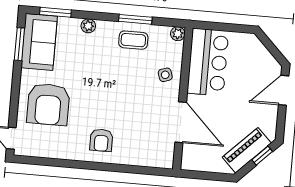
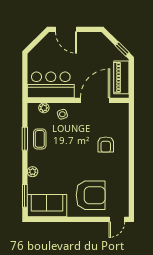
plant: (178, 34) -> (44, 108), moved
window: (19, 44) -> (50, 219), removed
armchair: (101, 140) -> (106, 145), moved, turned 90
piano: (247, 150) -> (121, 77), moved, turned 45
window: (262, 156) -> (122, 49), moved

